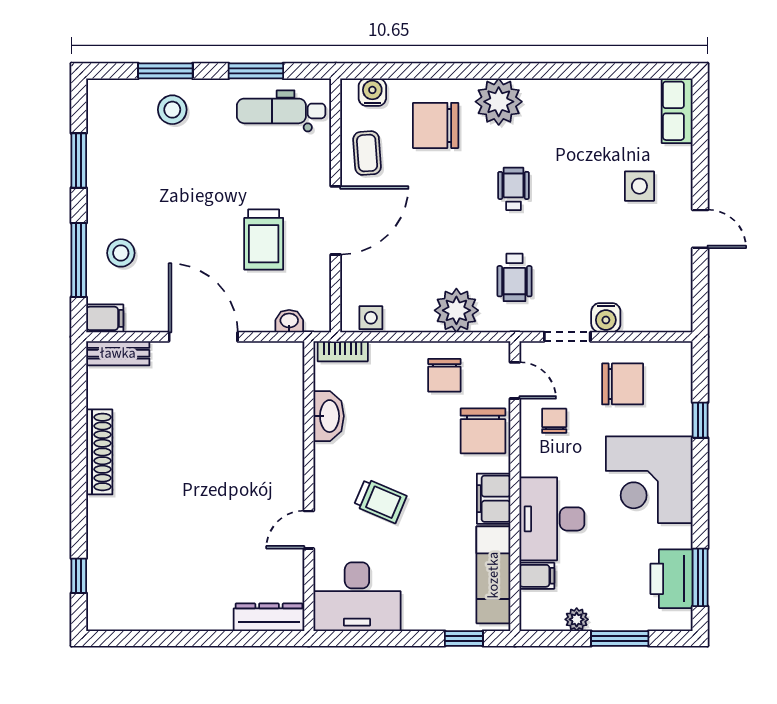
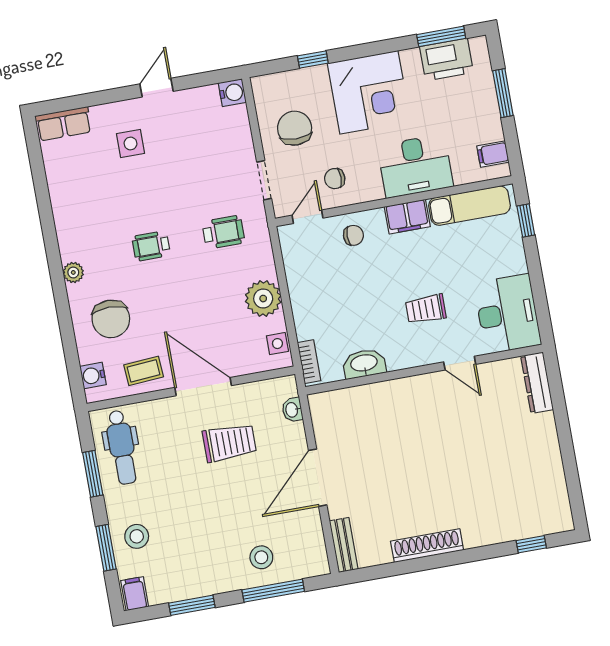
plant: (499, 102) -> (73, 272), width x0.53, depth x0.53
plant: (456, 310) -> (263, 299), moved
filing cabinet: (105, 318) -> (135, 594), moved
water cooler: (606, 318) -> (232, 93), moved
chair: (444, 375) -> (314, 275), removed
chair: (483, 431) -> (353, 235), width x0.54, depth x0.54
trolley: (380, 501) -> (426, 309), turned -113
filing cabinet: (537, 576) -> (493, 154), moved, turned -90
plant: (577, 619) -> (494, 131), removed

